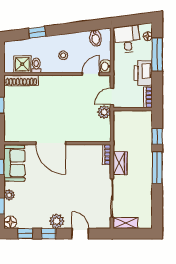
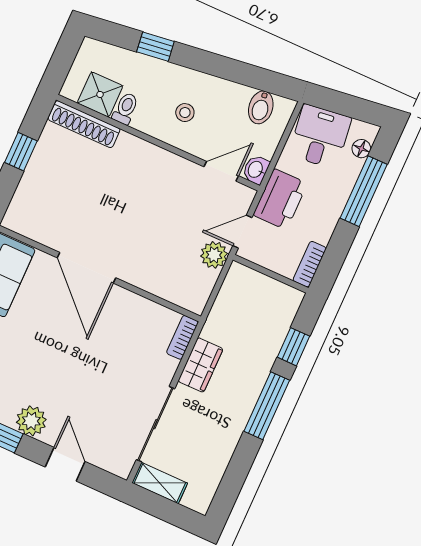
printer: (143, 73) -> (280, 199), moved, turned 180

